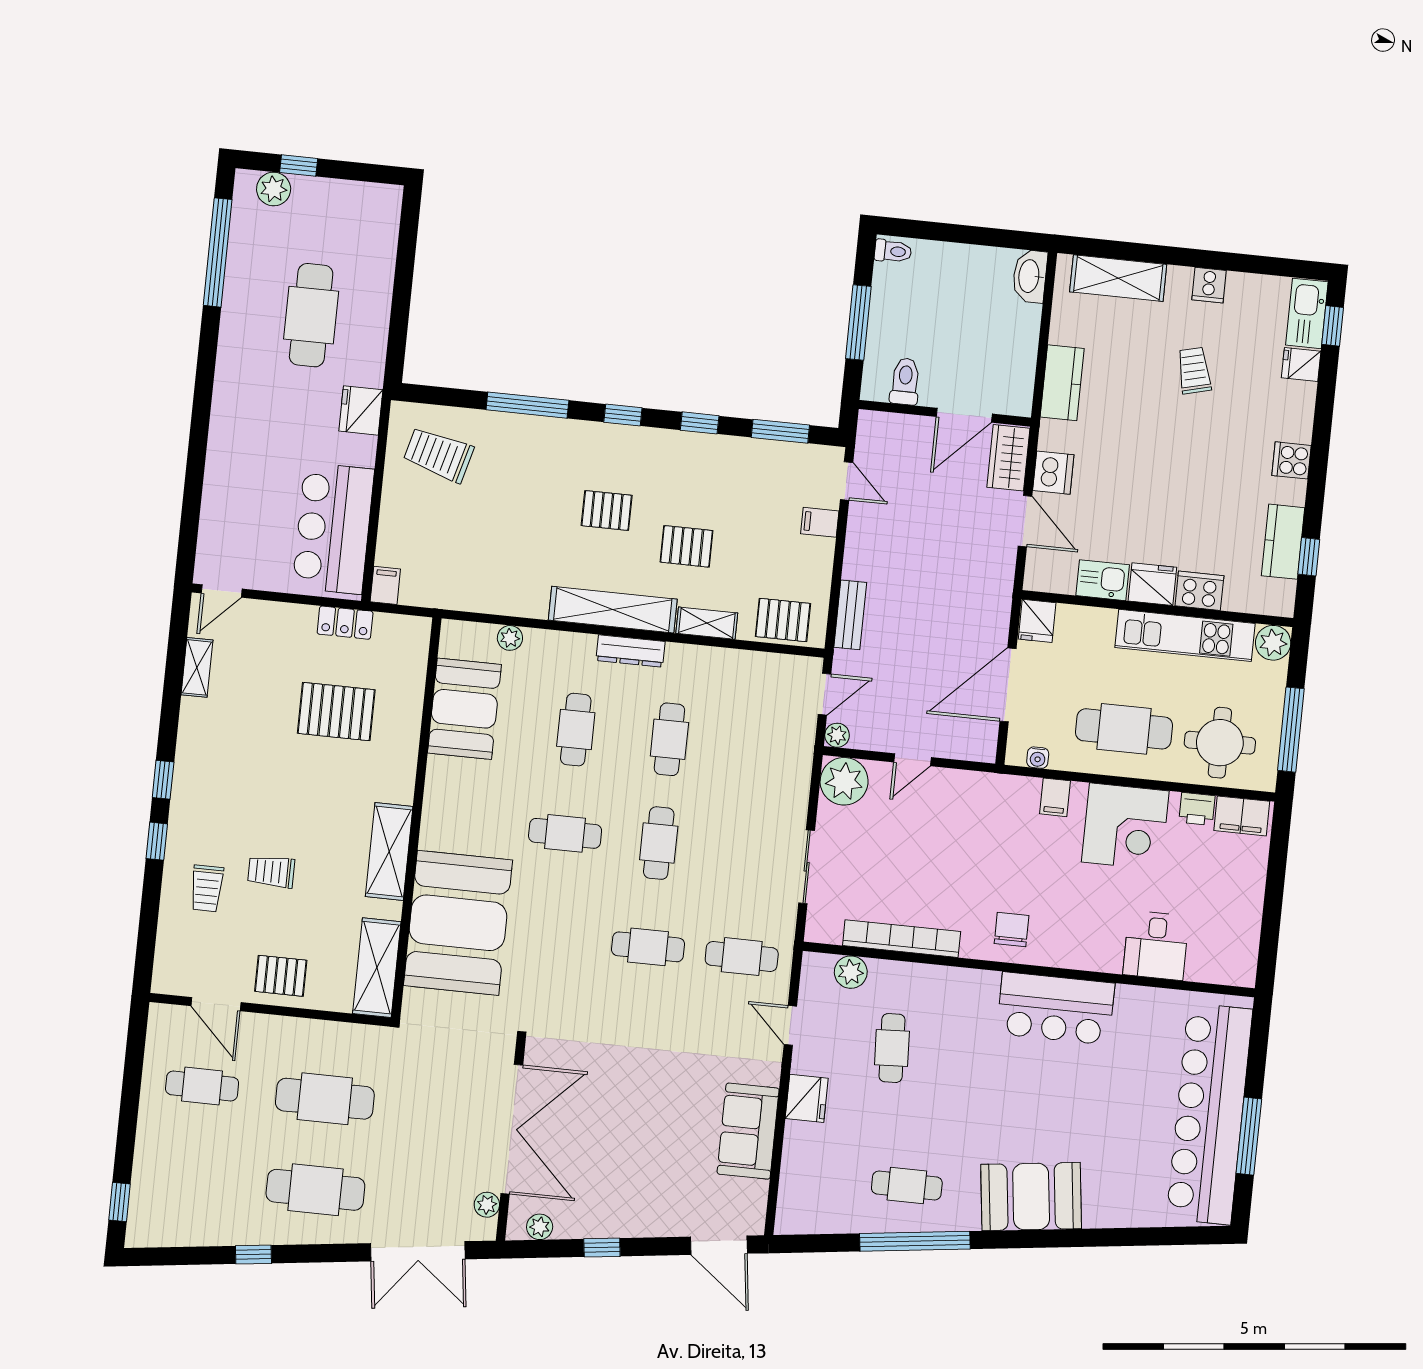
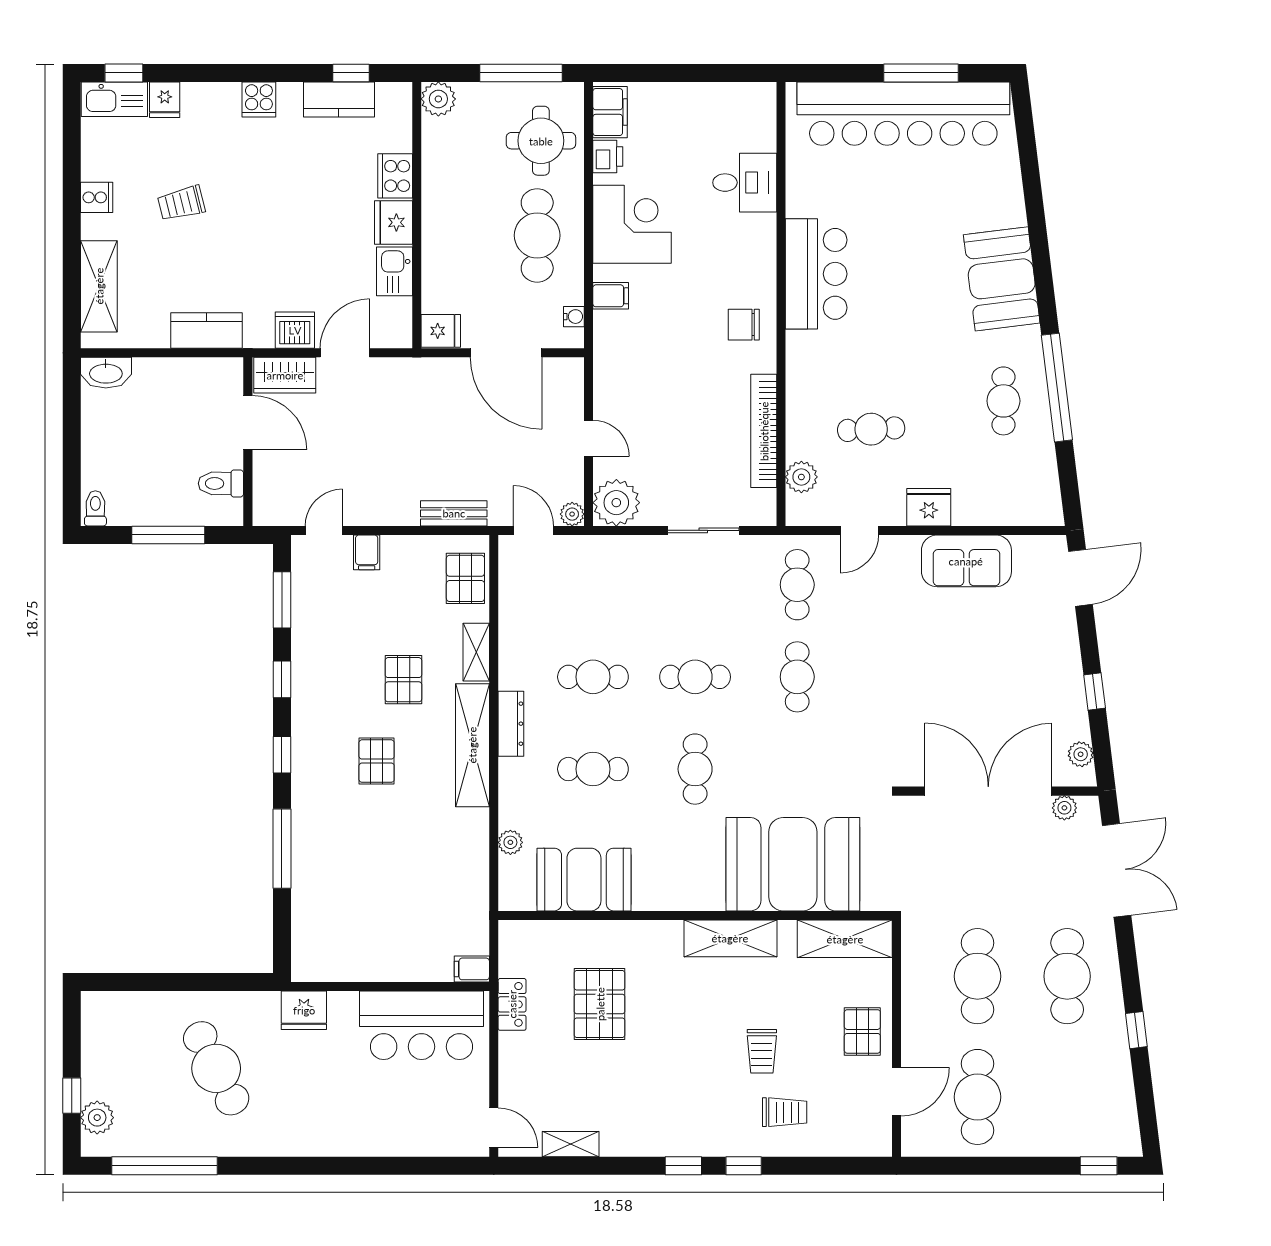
cafe table: (311, 315) -> (216, 1068), turned 63
trolley: (438, 455) -> (339, 930), removed
kitchen unit: (1185, 635) -> (440, 186), removed
cafe table: (202, 1086) -> (977, 1097), width x1.37, depth x1.35

